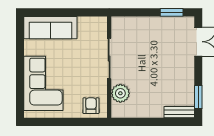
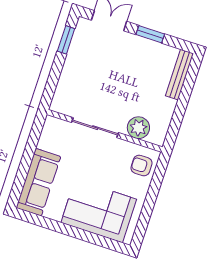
window: (198, 97) -> (150, 34), moved
bench: (179, 112) -> (179, 75), width x1.36

